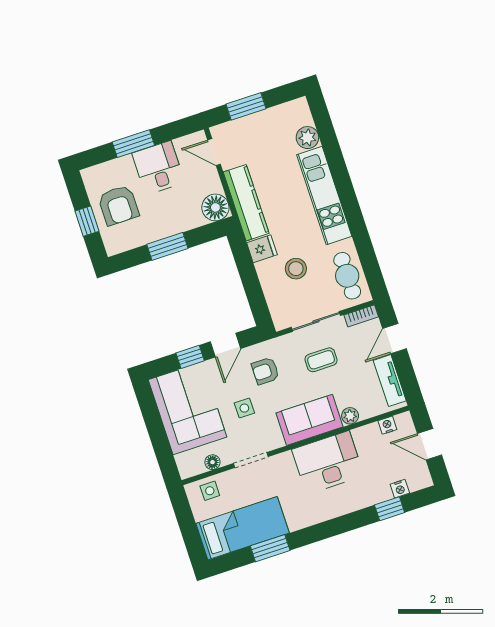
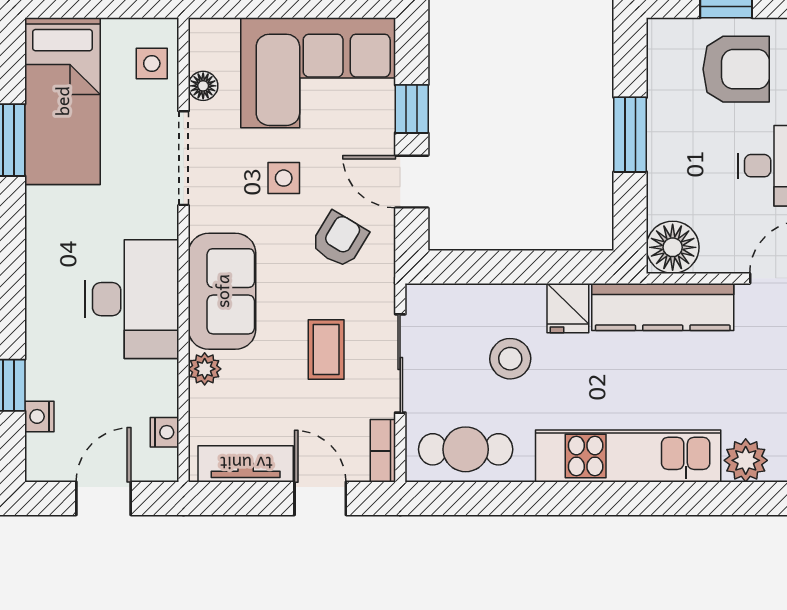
armchair: (118, 205) -> (736, 69), turned 180
armchair: (265, 371) -> (339, 240), turned 31
doorway: (251, 460) -> (184, 158), width x1.38

